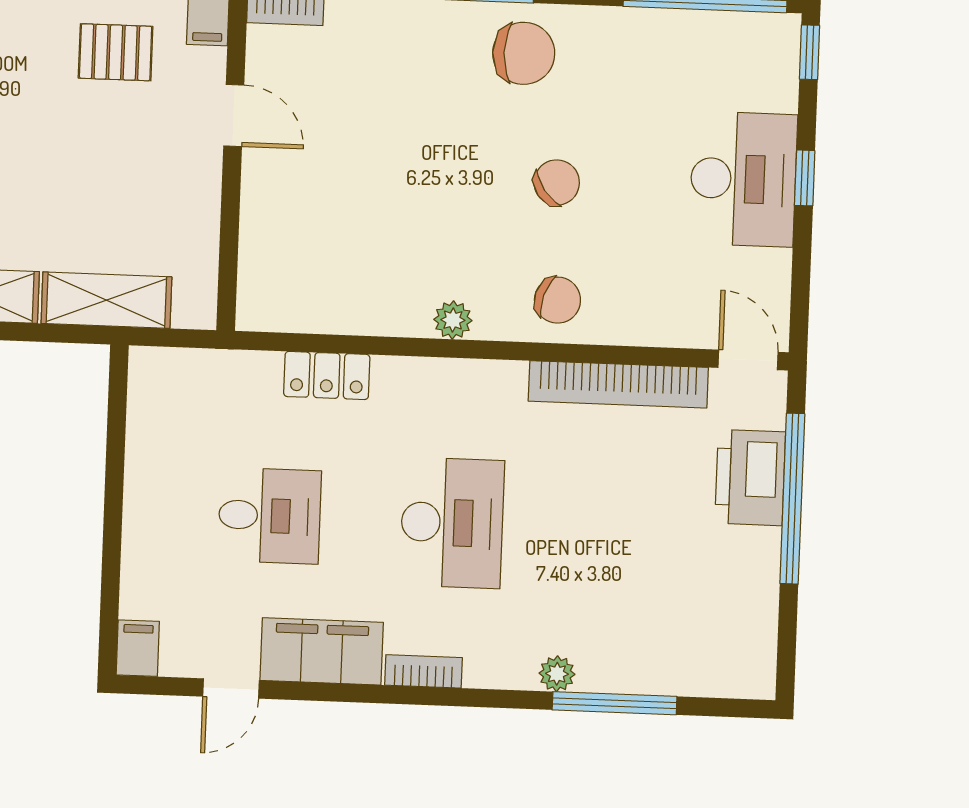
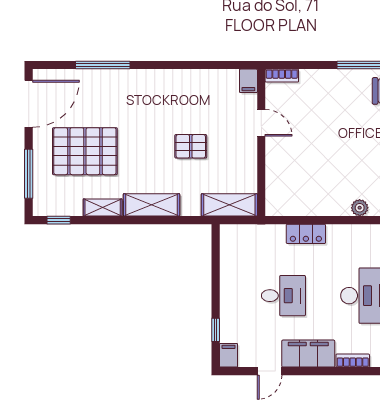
pallet: (116, 52) -> (191, 146), moved
shelving: (106, 300) -> (229, 205), moved
window: (110, 589) -> (216, 330), added

